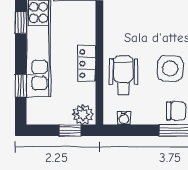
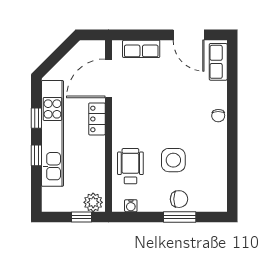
locker: (87, 64) -> (97, 119), moved
window: (21, 86) -> (36, 155), moved

